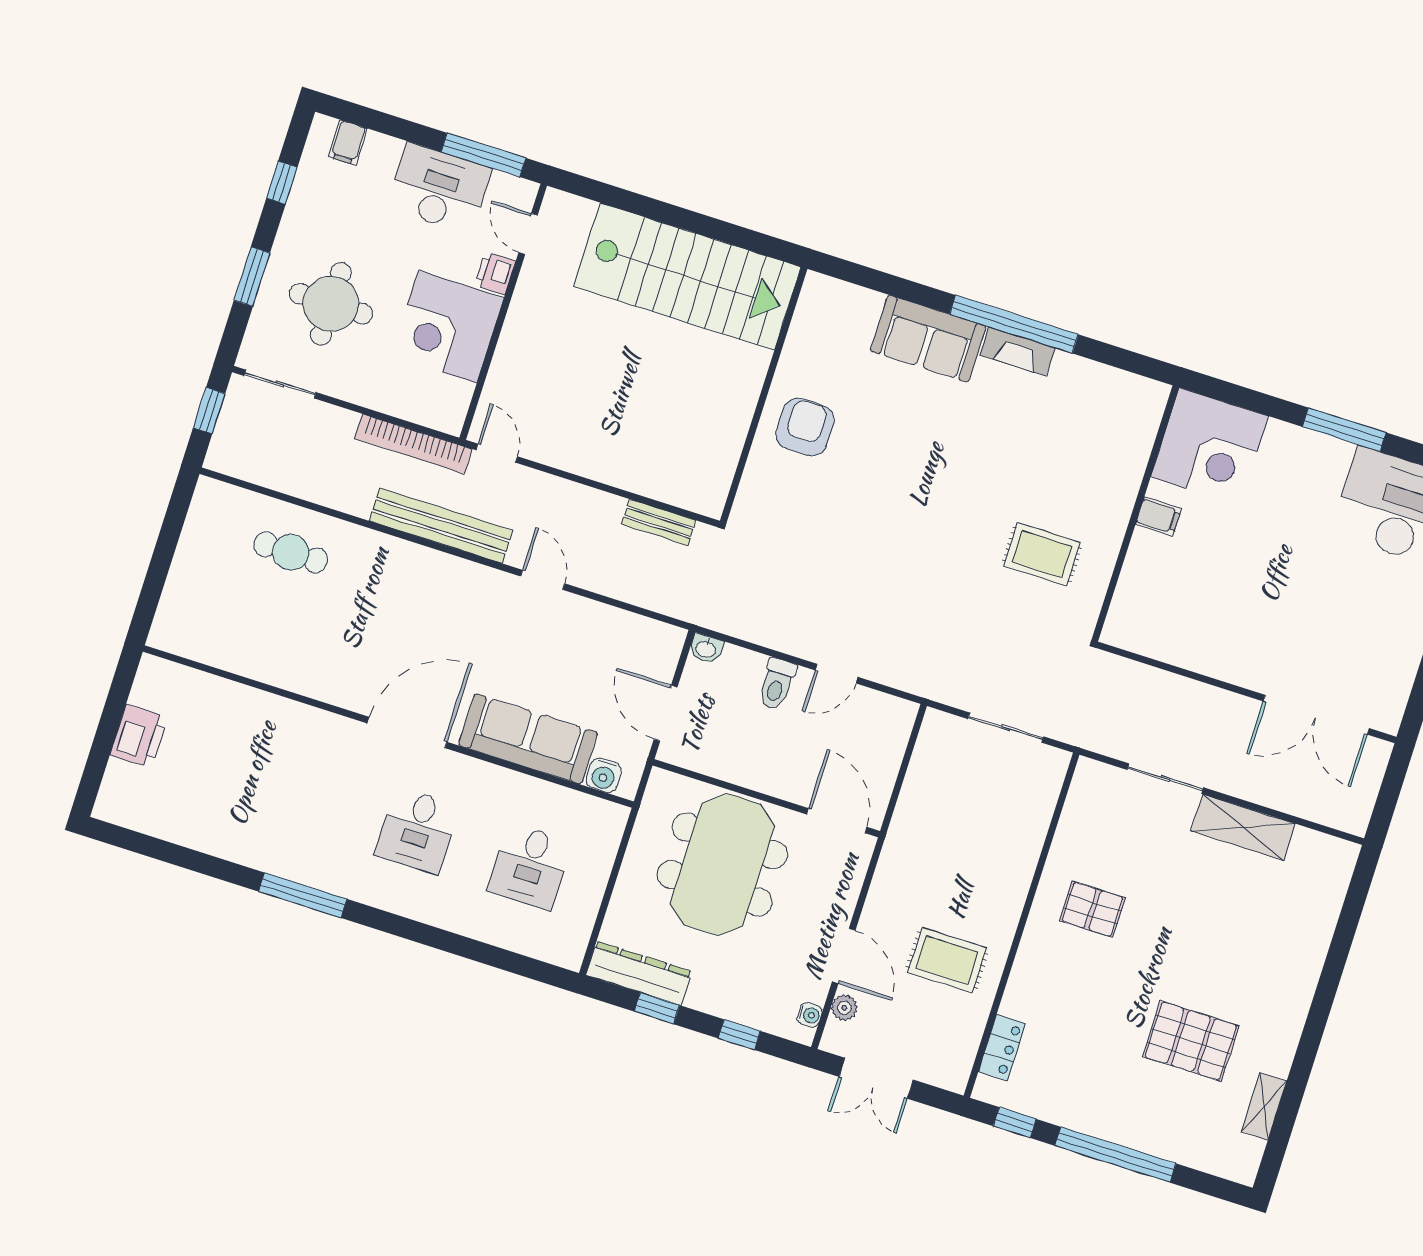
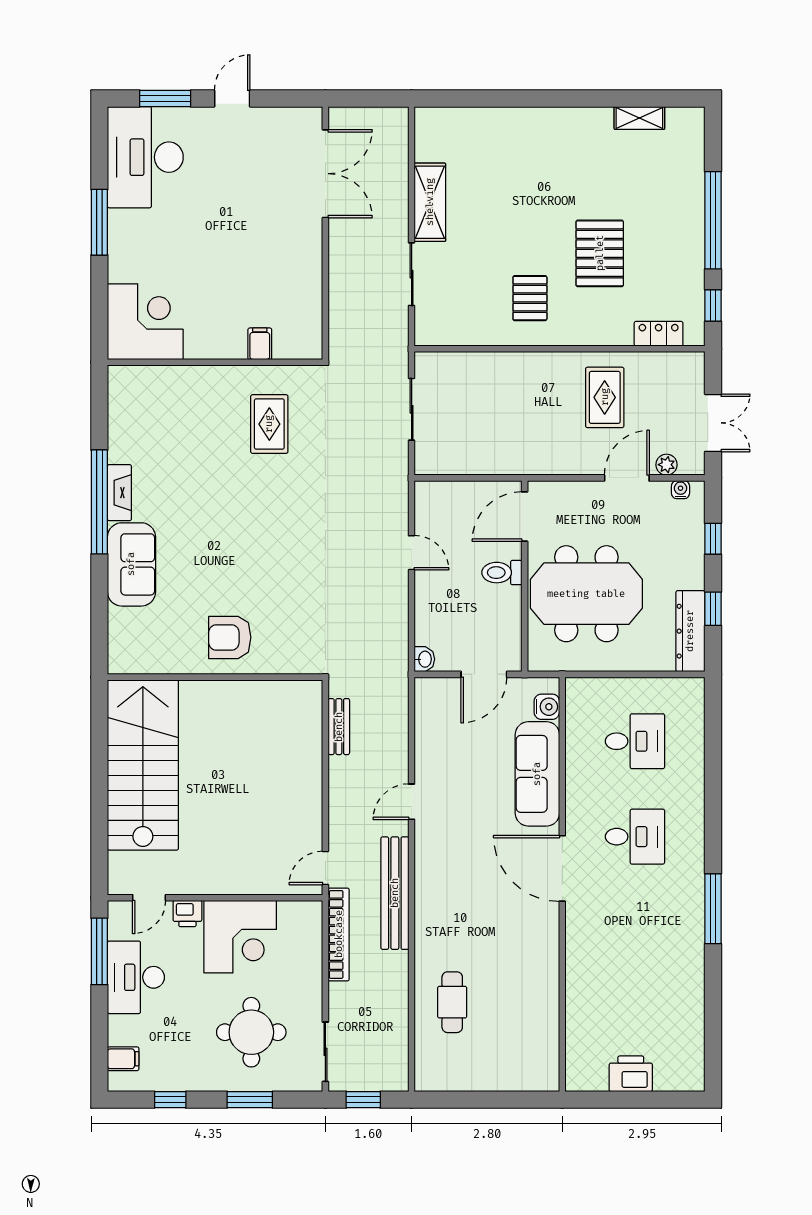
filing cabinet: (1158, 516) -> (260, 344), moved
toilet: (777, 684) -> (502, 573), moved, turned 180
pallet: (1191, 1041) -> (600, 253), moved

